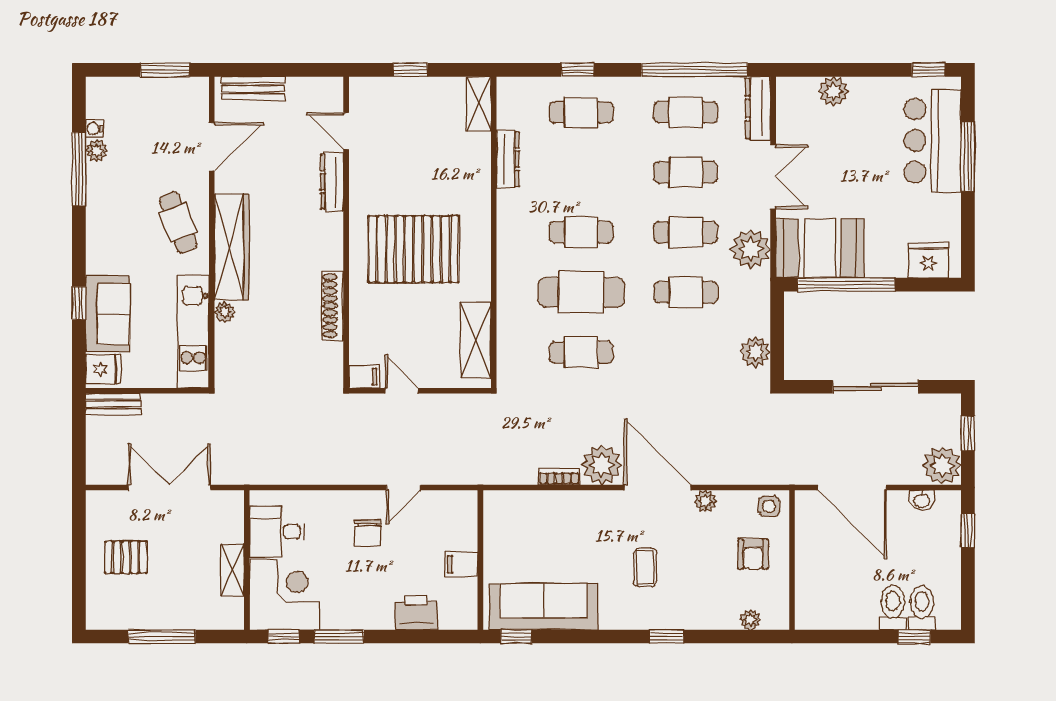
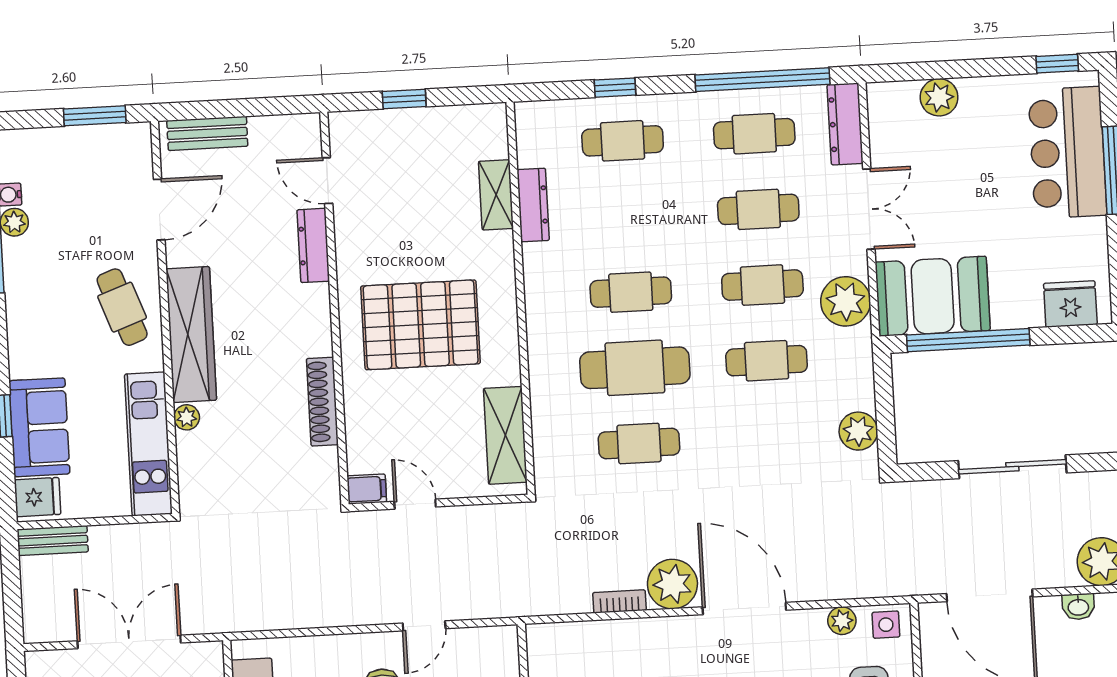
shelving: (479, 104) -> (496, 195), moved
plant: (706, 501) -> (842, 621), moved

